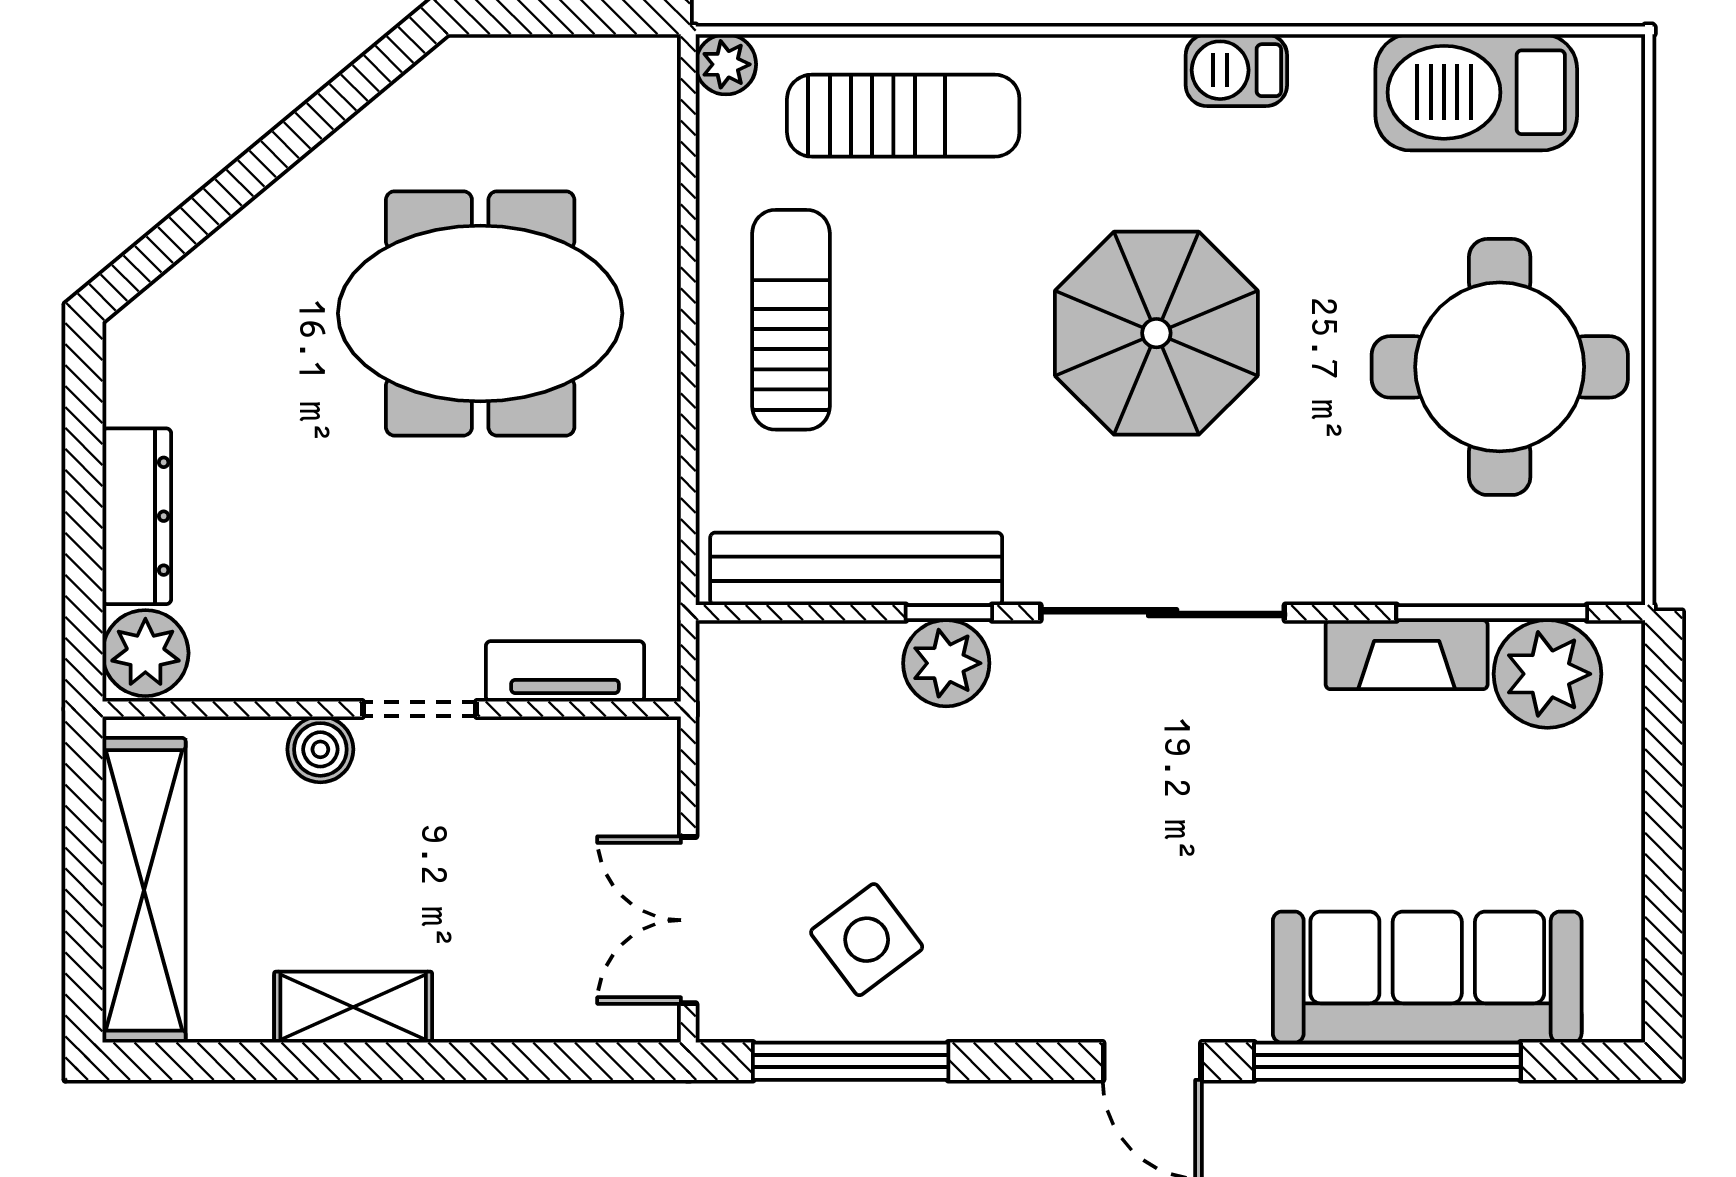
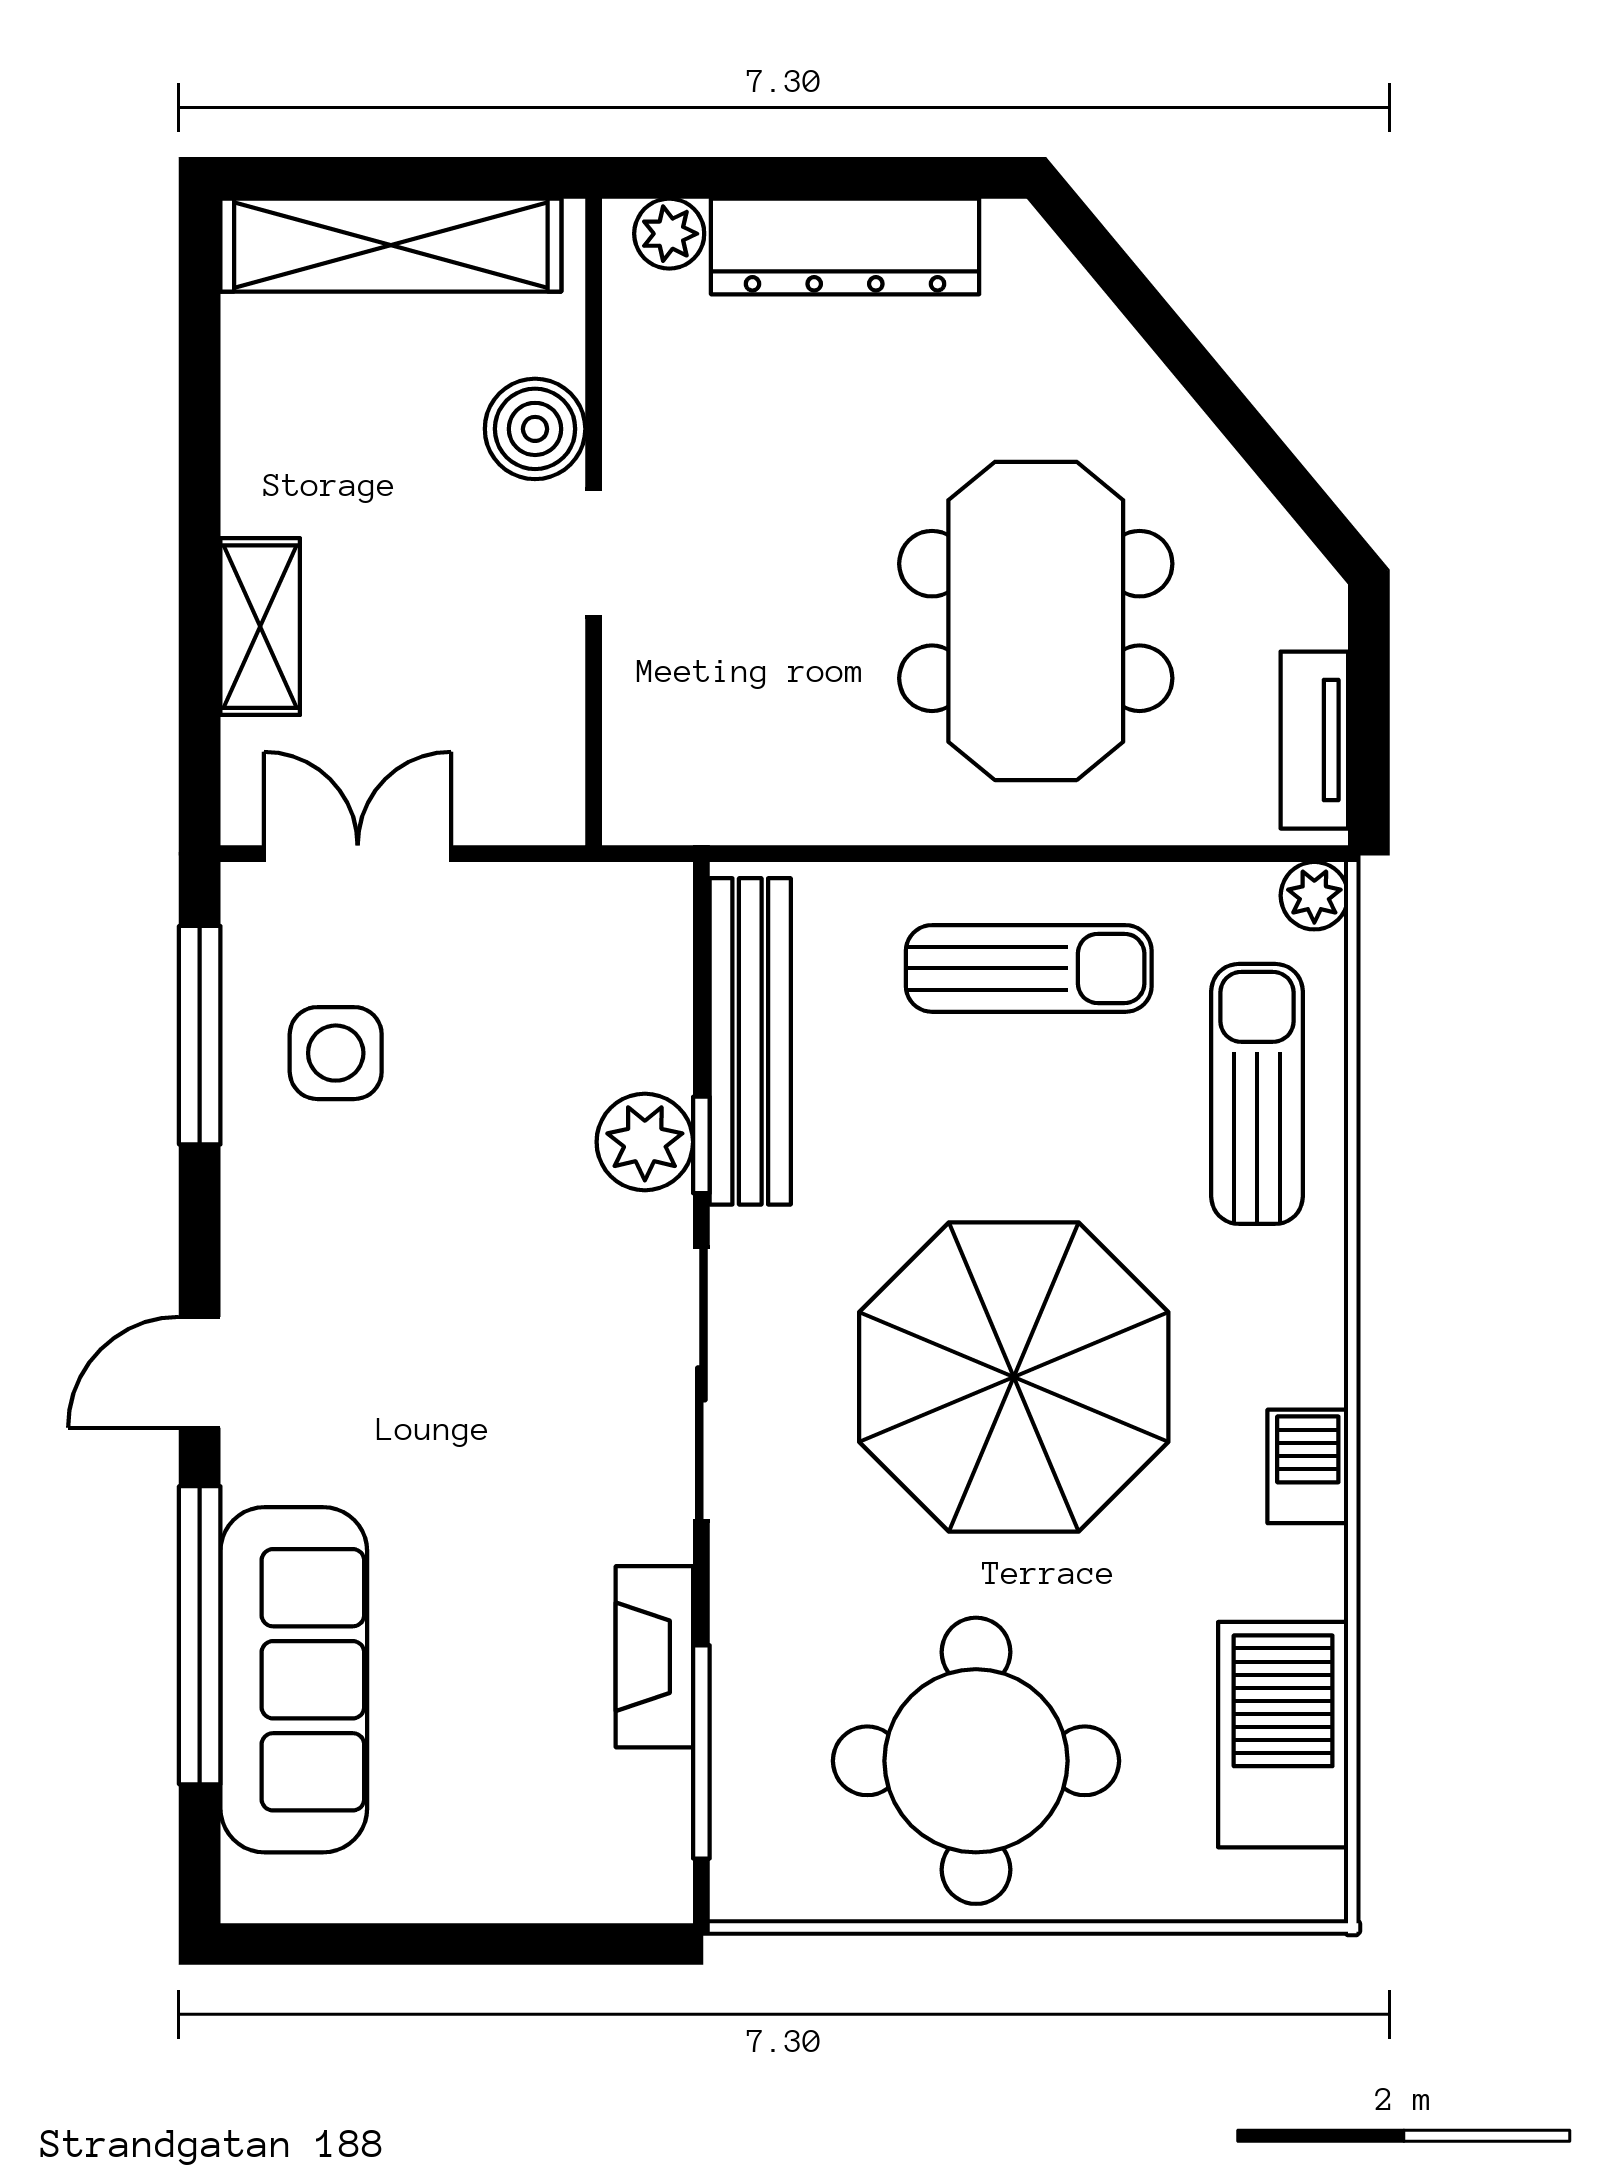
sun lounger: (903, 116) -> (1257, 1094), turned 180
parasol: (1156, 333) -> (1014, 1377), width x1.36, depth x1.36
dresser: (137, 516) -> (845, 246), width x1.37, depth x1.24
plant: (145, 653) -> (669, 234), width x0.73, depth x0.73
tv unit: (565, 671) -> (1314, 740), moved, turned 180
plant: (1547, 674) -> (633, 1814), removed
boiler: (320, 749) -> (535, 429), width x1.36, depth x1.36
side table: (867, 940) -> (336, 1053), turned 37
shelving: (353, 1007) -> (260, 627), moved

